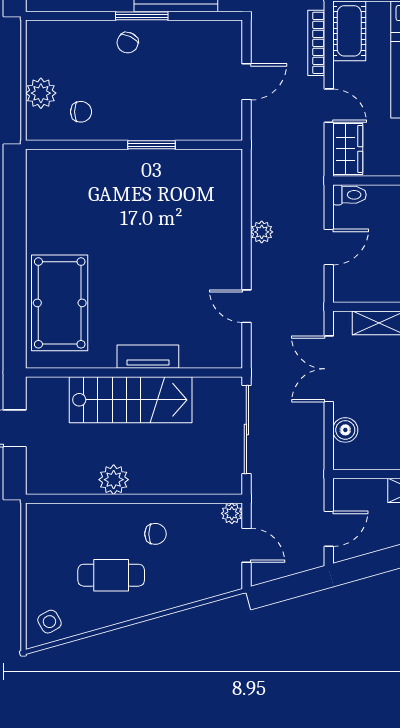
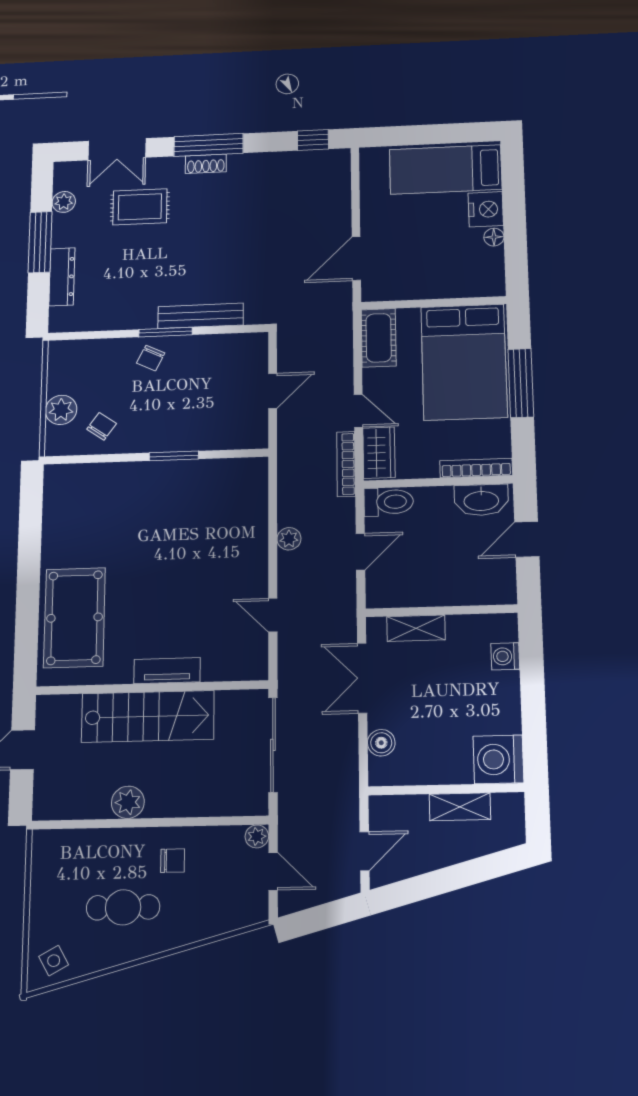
bookcase: (316, 43) -> (346, 464), moved
chair: (81, 112) -> (102, 426), turned -55
toilet: (349, 195) -> (389, 502), width x1.37, depth x1.39

